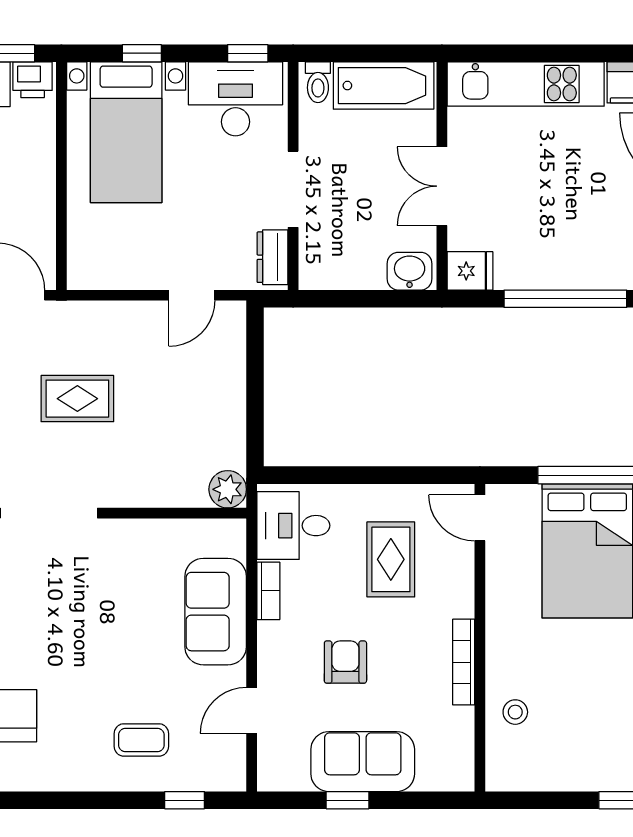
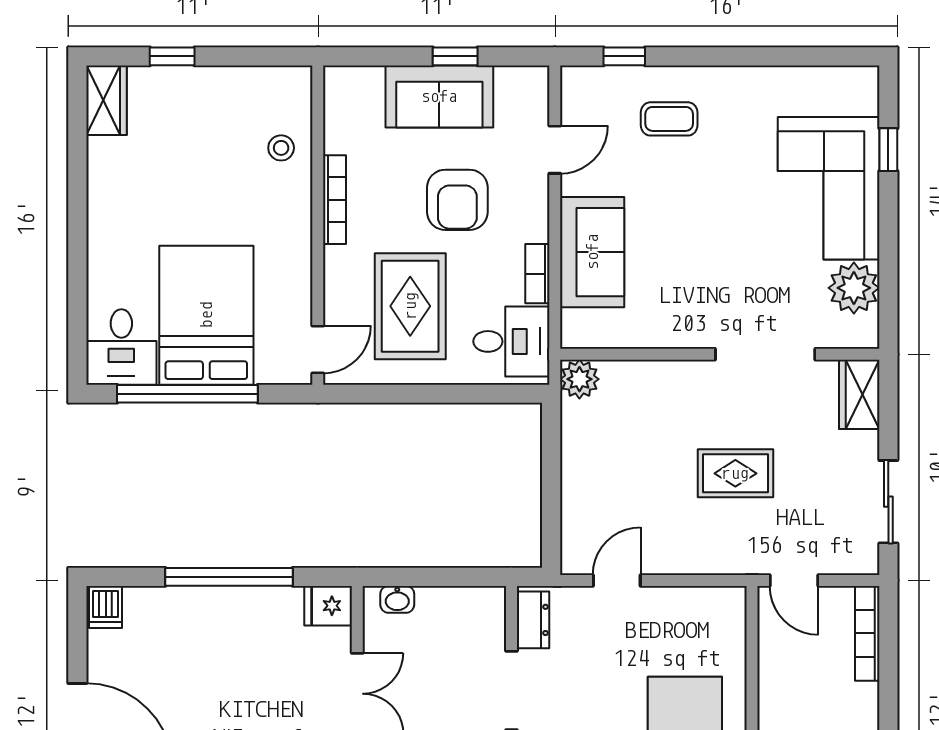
washbasin: (410, 271) -> (397, 599), width x0.72, depth x0.69
door: (480, 518) -> (318, 349), hinge flipped
rug: (391, 559) -> (410, 306), width x1.36, depth x1.43
armchair: (345, 662) -> (457, 200), width x1.38, depth x1.38

